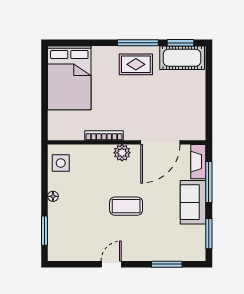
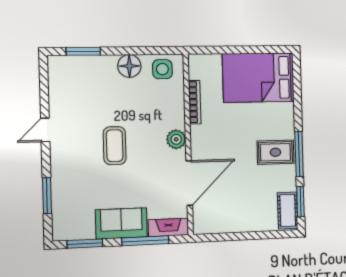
cot: (182, 58) -> (288, 210), width x0.73, depth x0.75
rug: (136, 64) -> (275, 152), turned 90
bookcase: (104, 136) -> (195, 102), moved
door: (160, 142) -> (189, 183), swing flipped
floor lamp: (53, 196) -> (129, 66), width x1.89, depth x1.89
door: (111, 264) -> (45, 130), swing flipped

